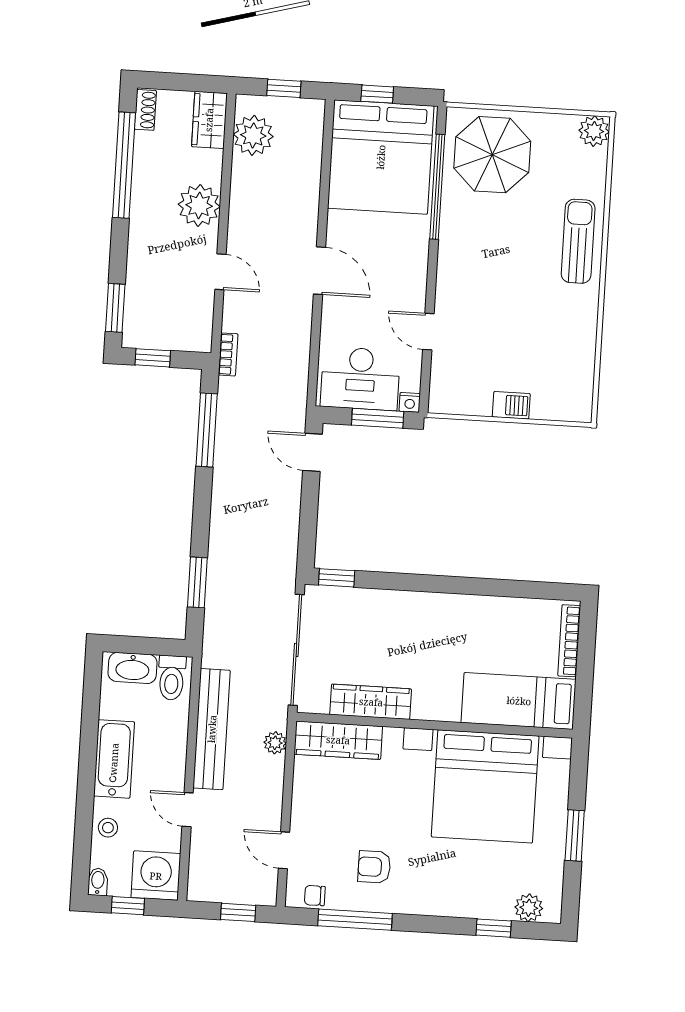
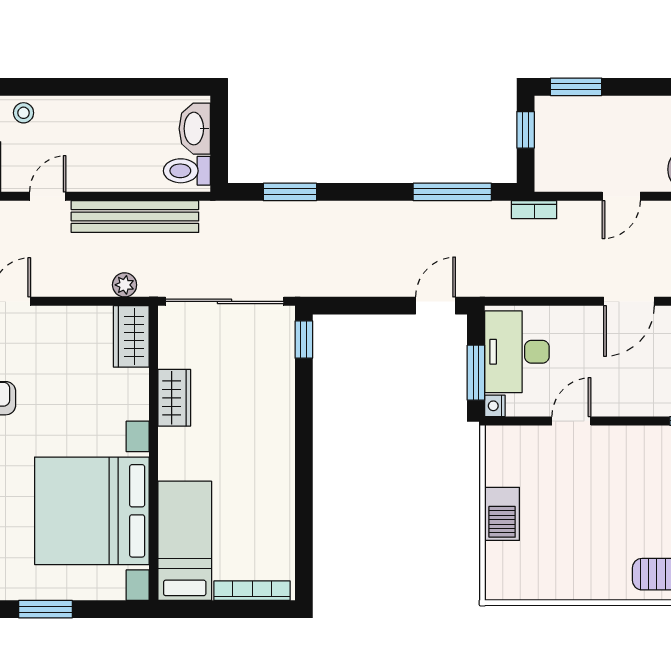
barbecue: (511, 405) -> (502, 514), width x1.38, depth x1.27
wardrobe: (371, 702) -> (174, 398), width x0.67
wardrobe: (338, 740) -> (131, 336), width x0.67
bathtub: (114, 759) -> (97, 115), removed

